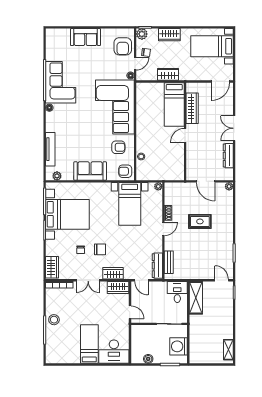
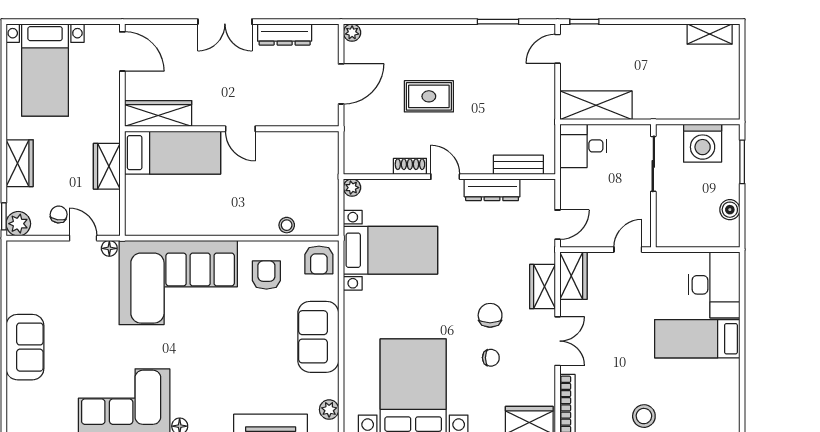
armchair: (123, 46) -> (45, 266), removed
wardrobe: (192, 108) -> (158, 113), moved
rug: (200, 221) -> (429, 96), turned 90
dresser: (157, 266) -> (492, 190), moved

